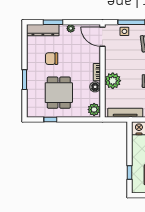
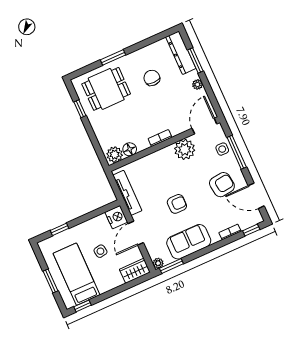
plant: (113, 81) -> (185, 149), moved
floor lamp: (95, 87) -> (130, 149), moved
dining table: (59, 93) -> (106, 89), moved

